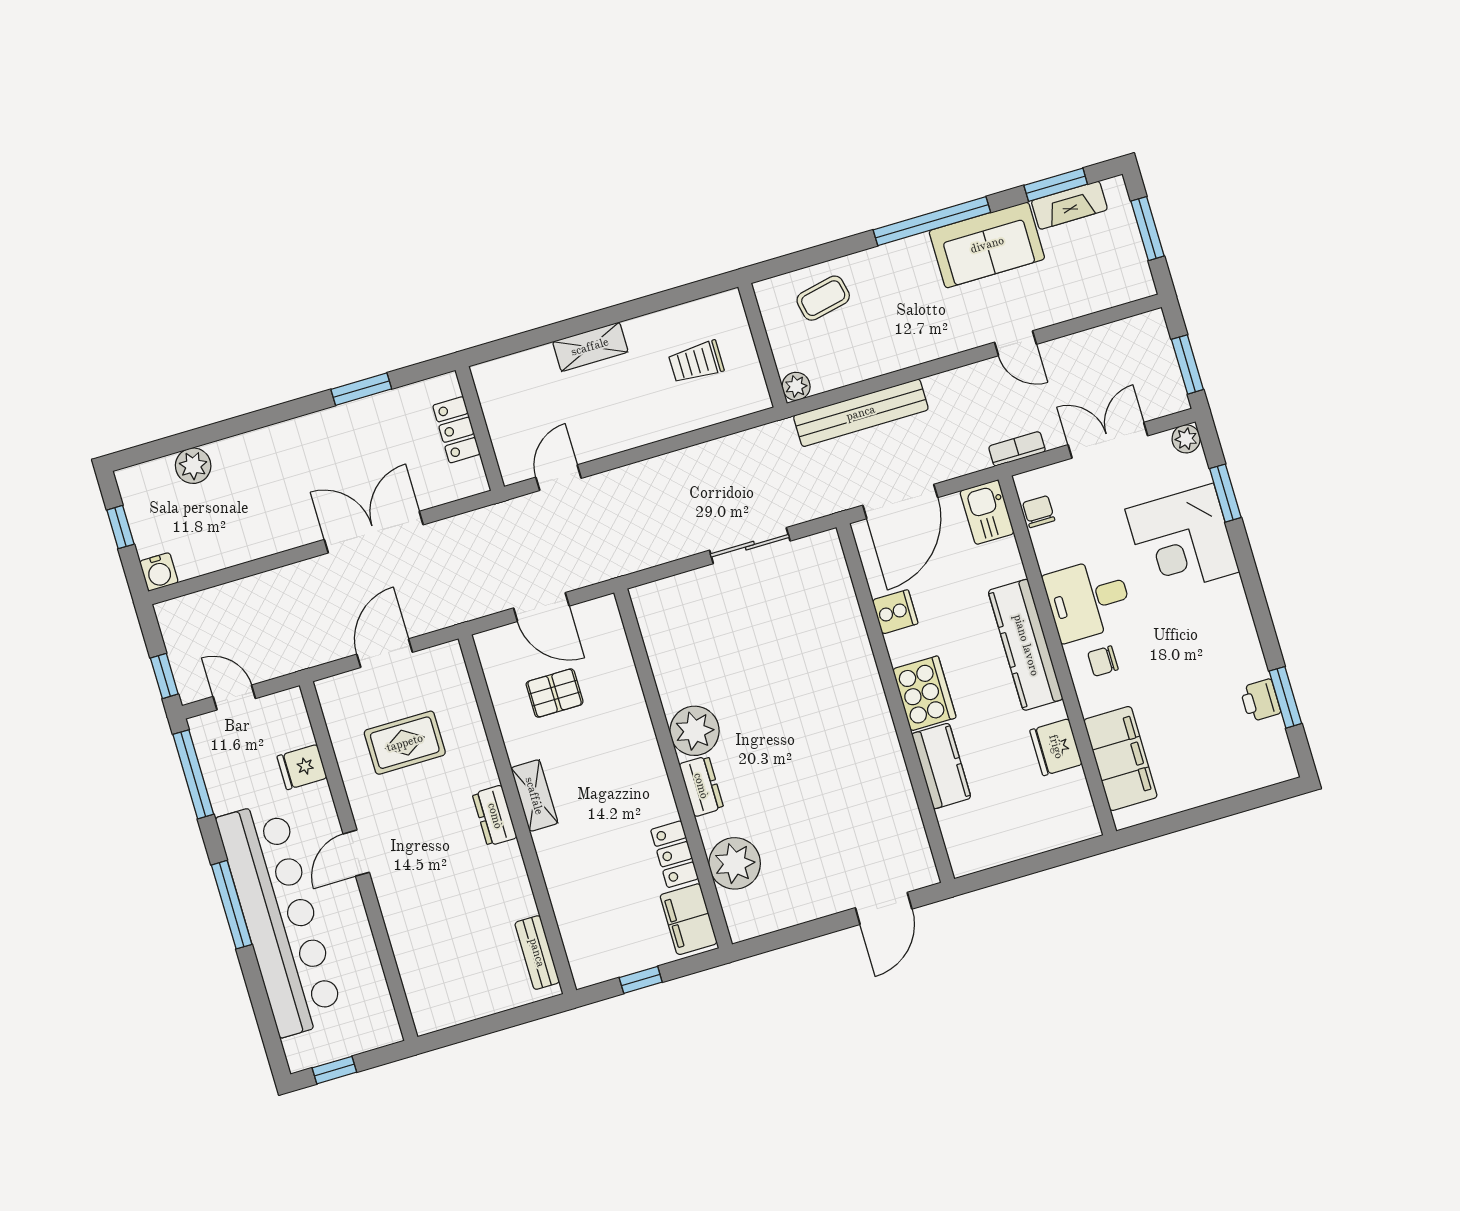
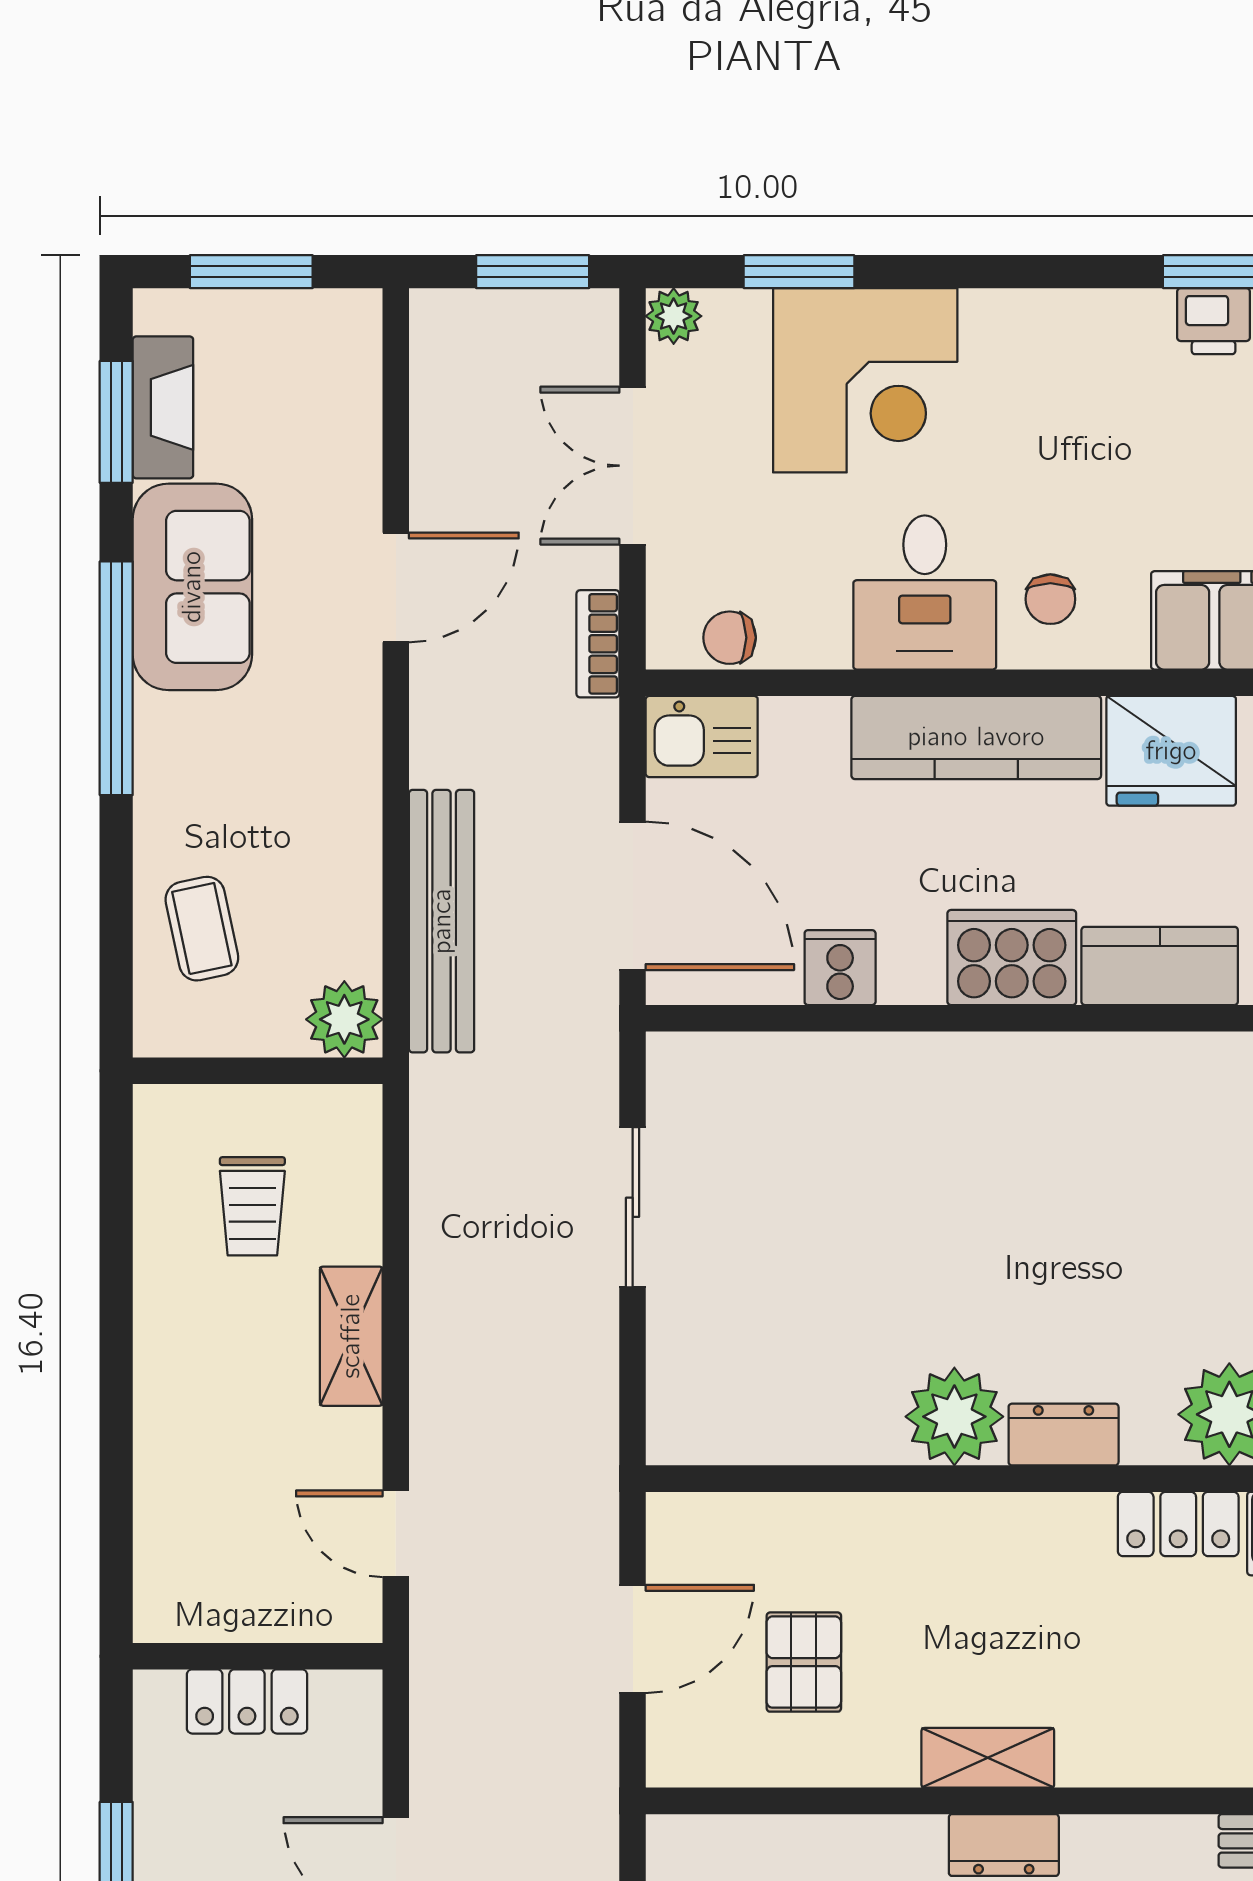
door: (1016, 343) -> (396, 587), width x1.38
shelving: (590, 347) -> (351, 1336), moved
plant: (796, 386) -> (344, 1019), width x1.38, depth x1.38
fridge: (1056, 747) -> (1171, 751), width x1.36, depth x1.34

